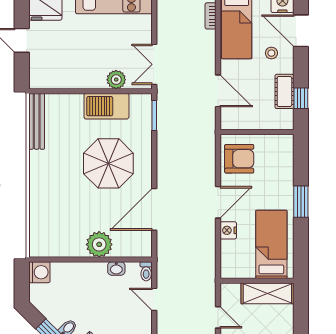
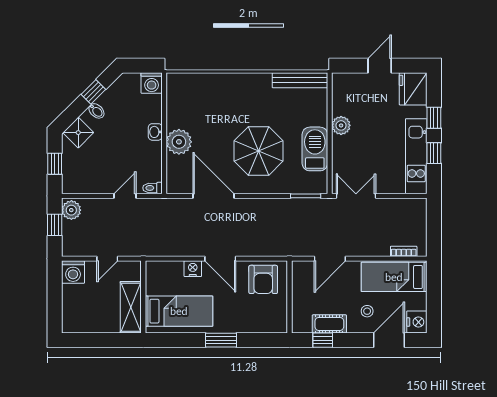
plant: (116, 80) -> (341, 125), moved
washbasin: (116, 269) -> (155, 132), moved

